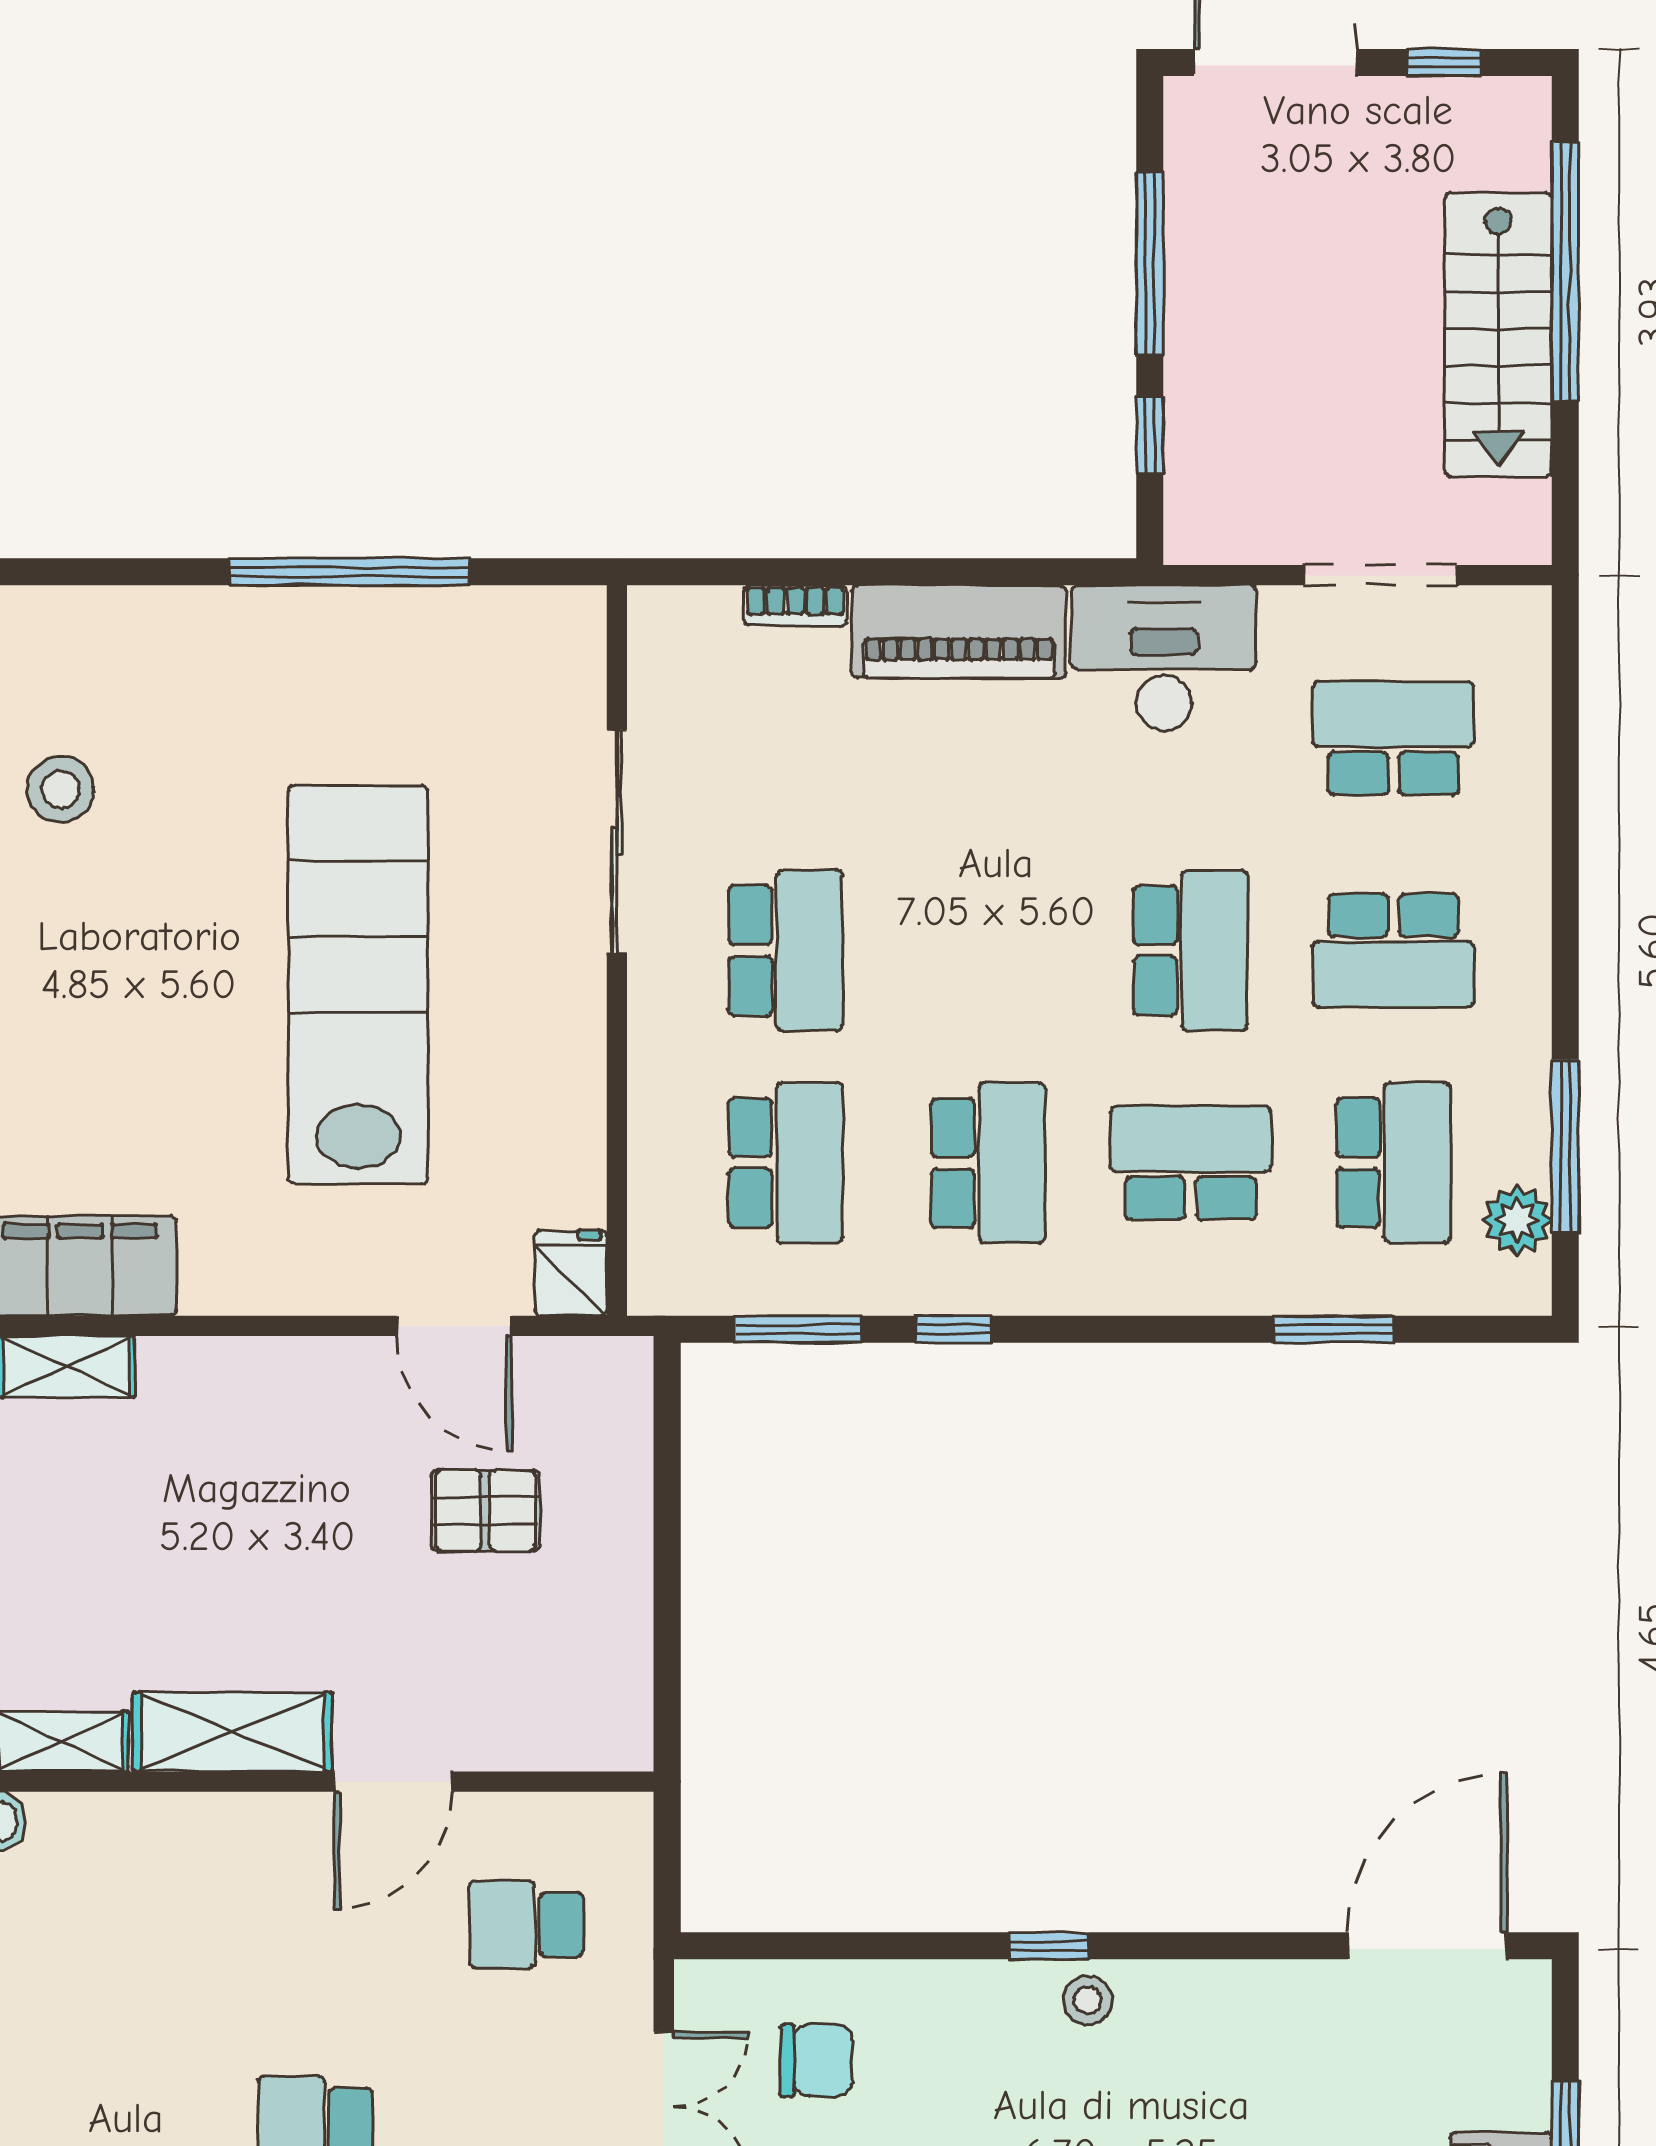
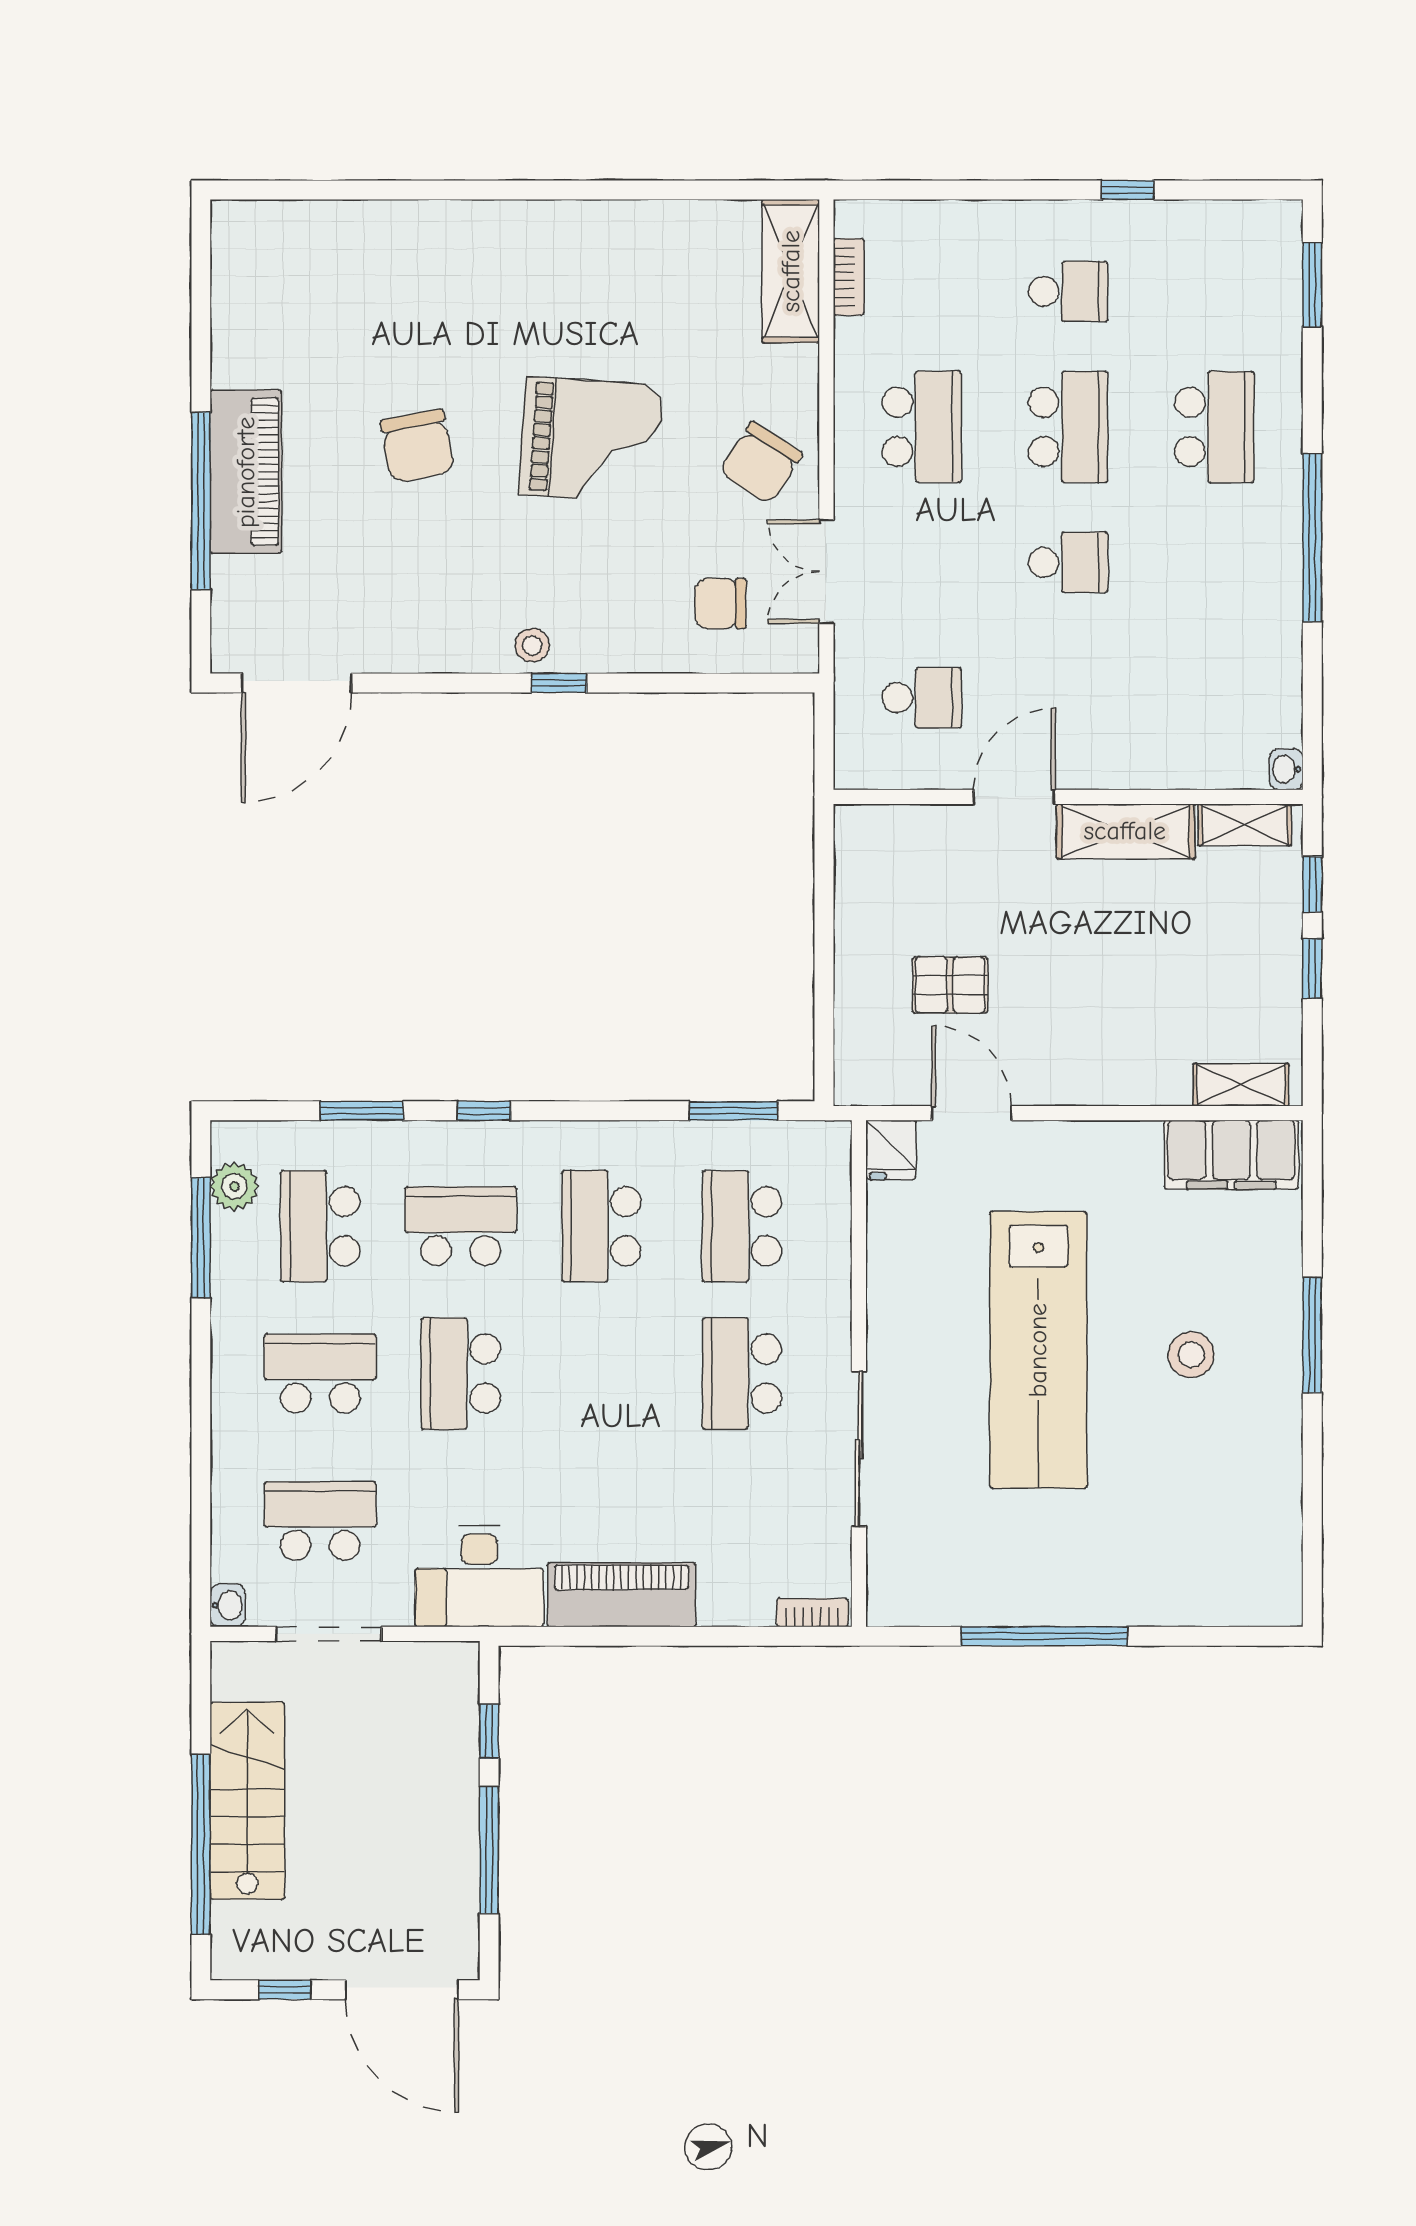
bookcase: (795, 606) -> (812, 1613), moved
washbasin: (1527, 616) -> (228, 1605), added
school desk: (1393, 738) -> (320, 1521), turned 180
stool: (60, 789) -> (1191, 1355), moved
school desk: (1191, 1163) -> (461, 1226), turned 180
window: (953, 1329) -> (484, 1111), moved

